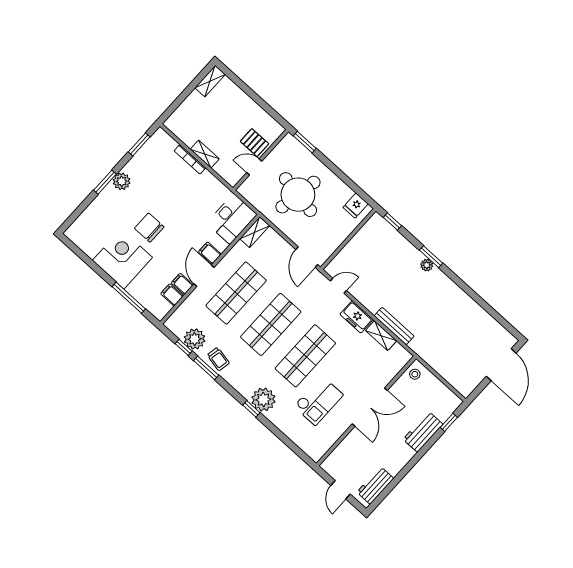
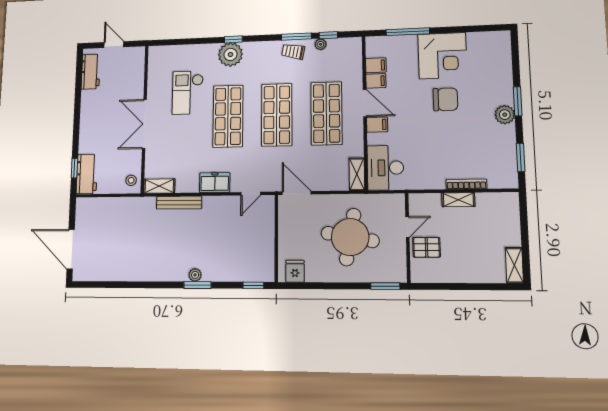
shelving: (381, 336) -> (159, 186), moved
plant: (195, 339) -> (321, 44), width x0.53, depth x0.53
workbench: (423, 432) -> (87, 174), moved

